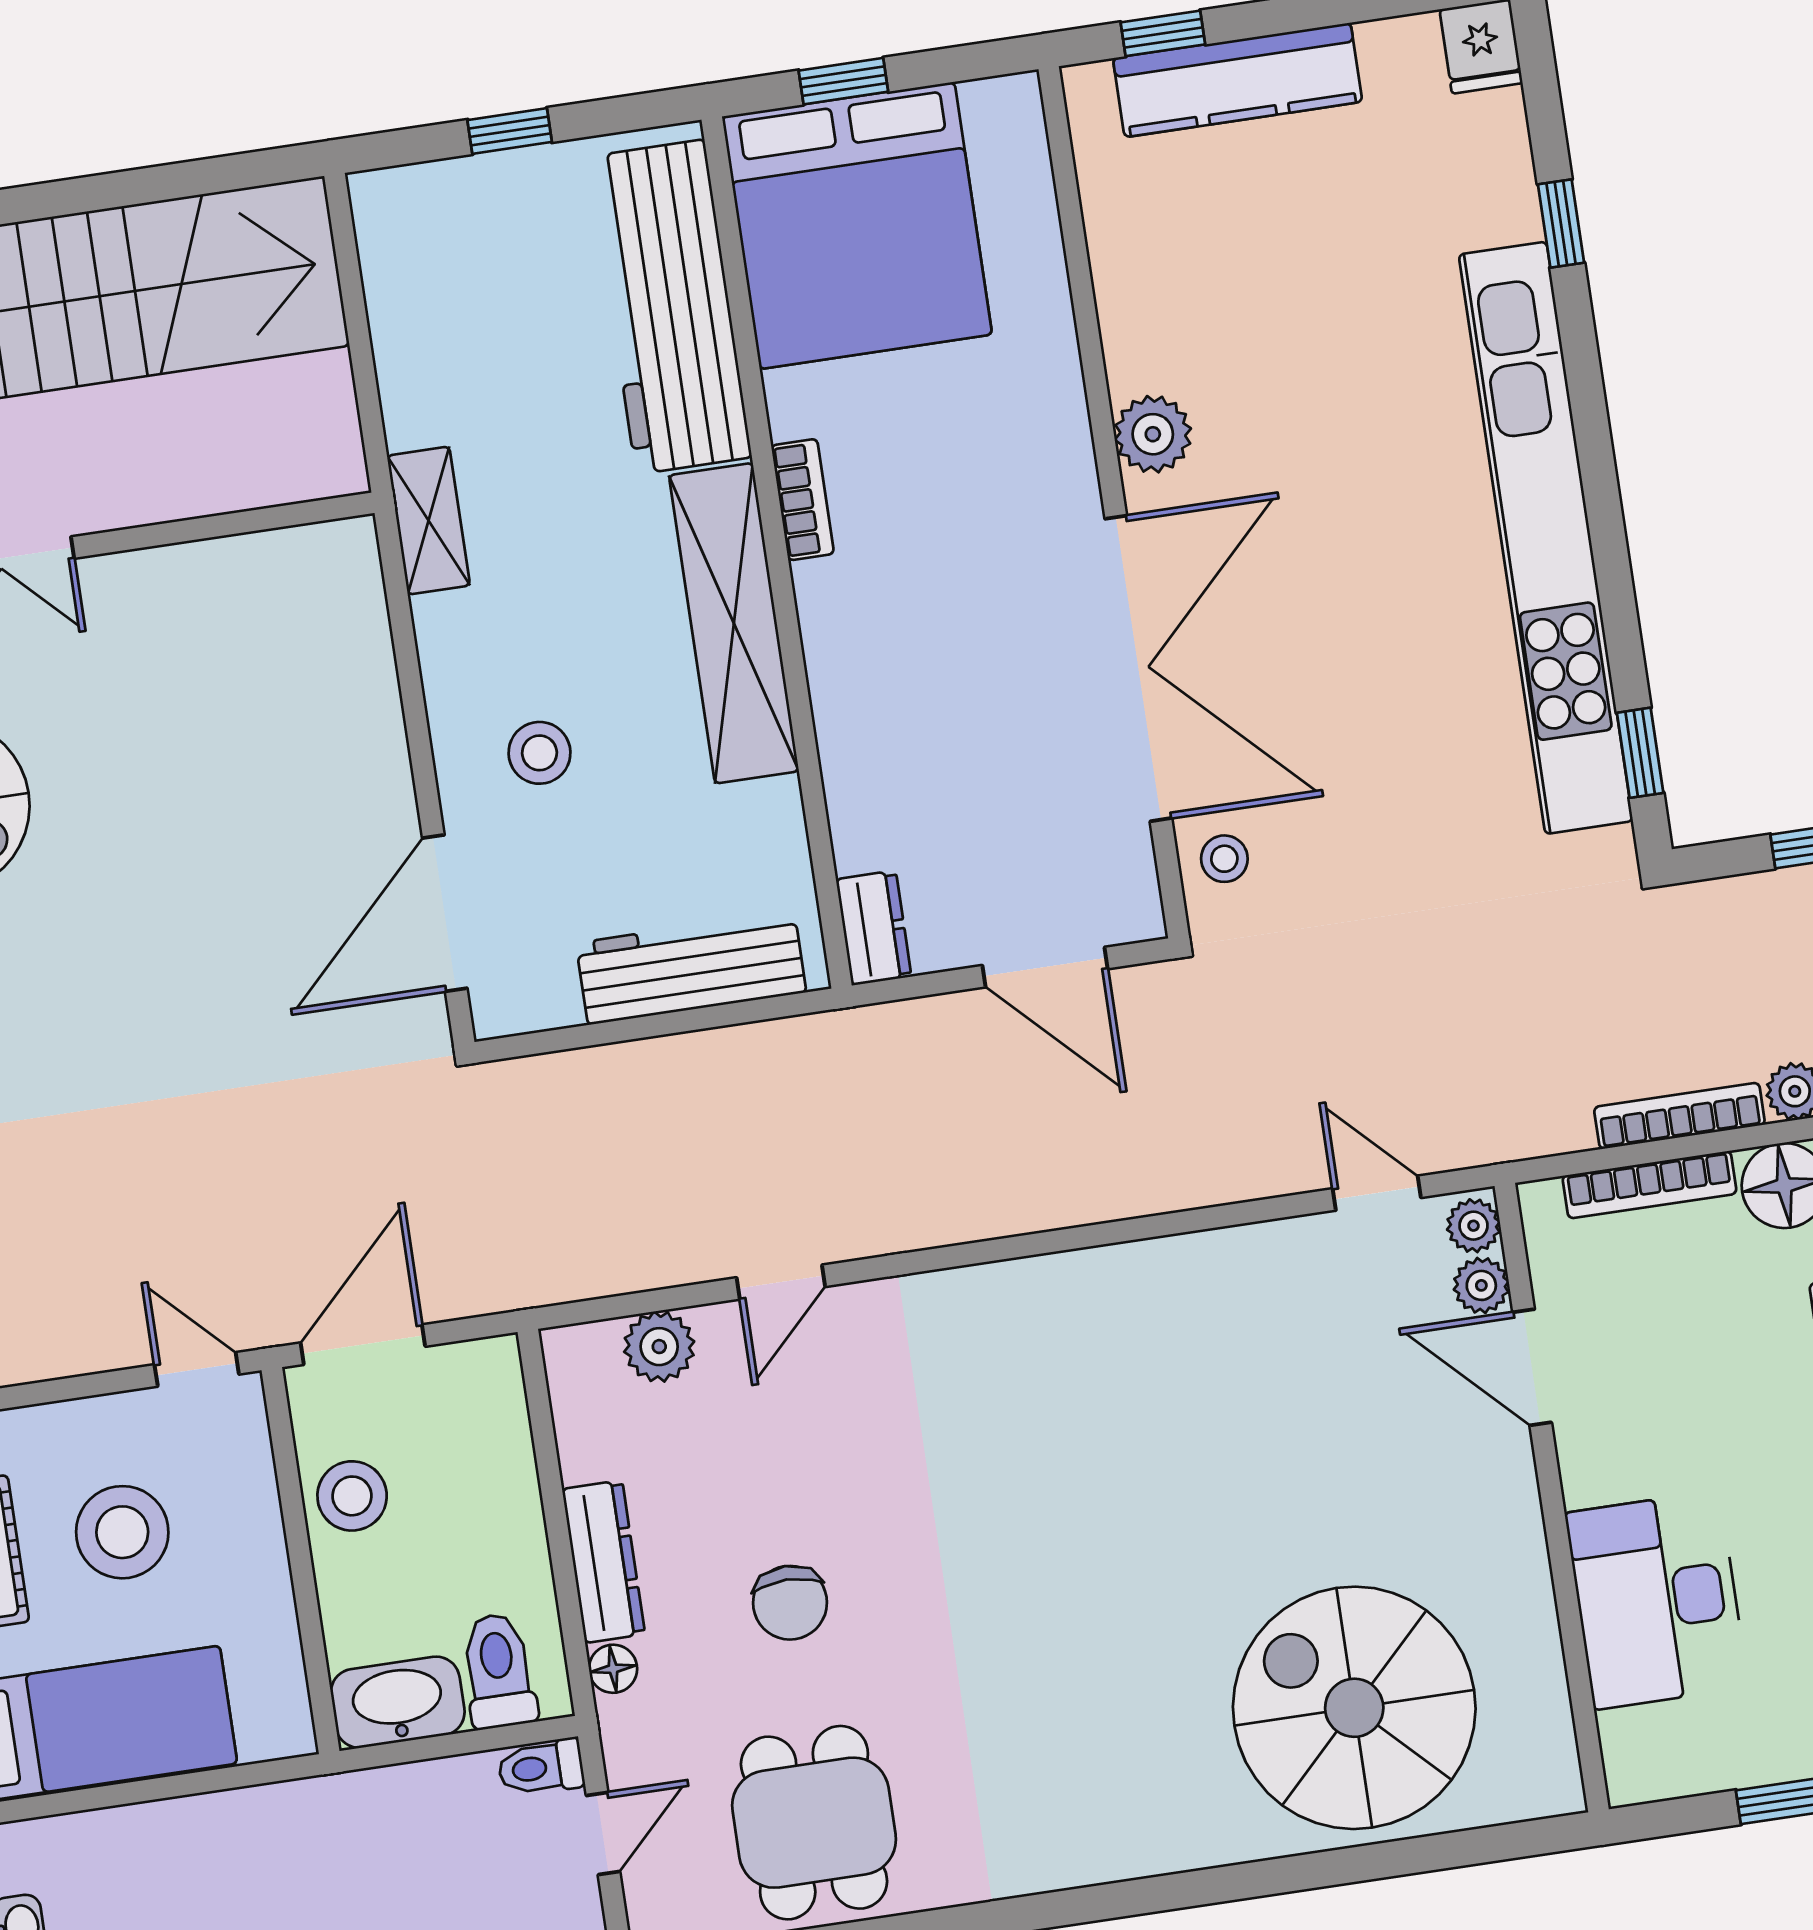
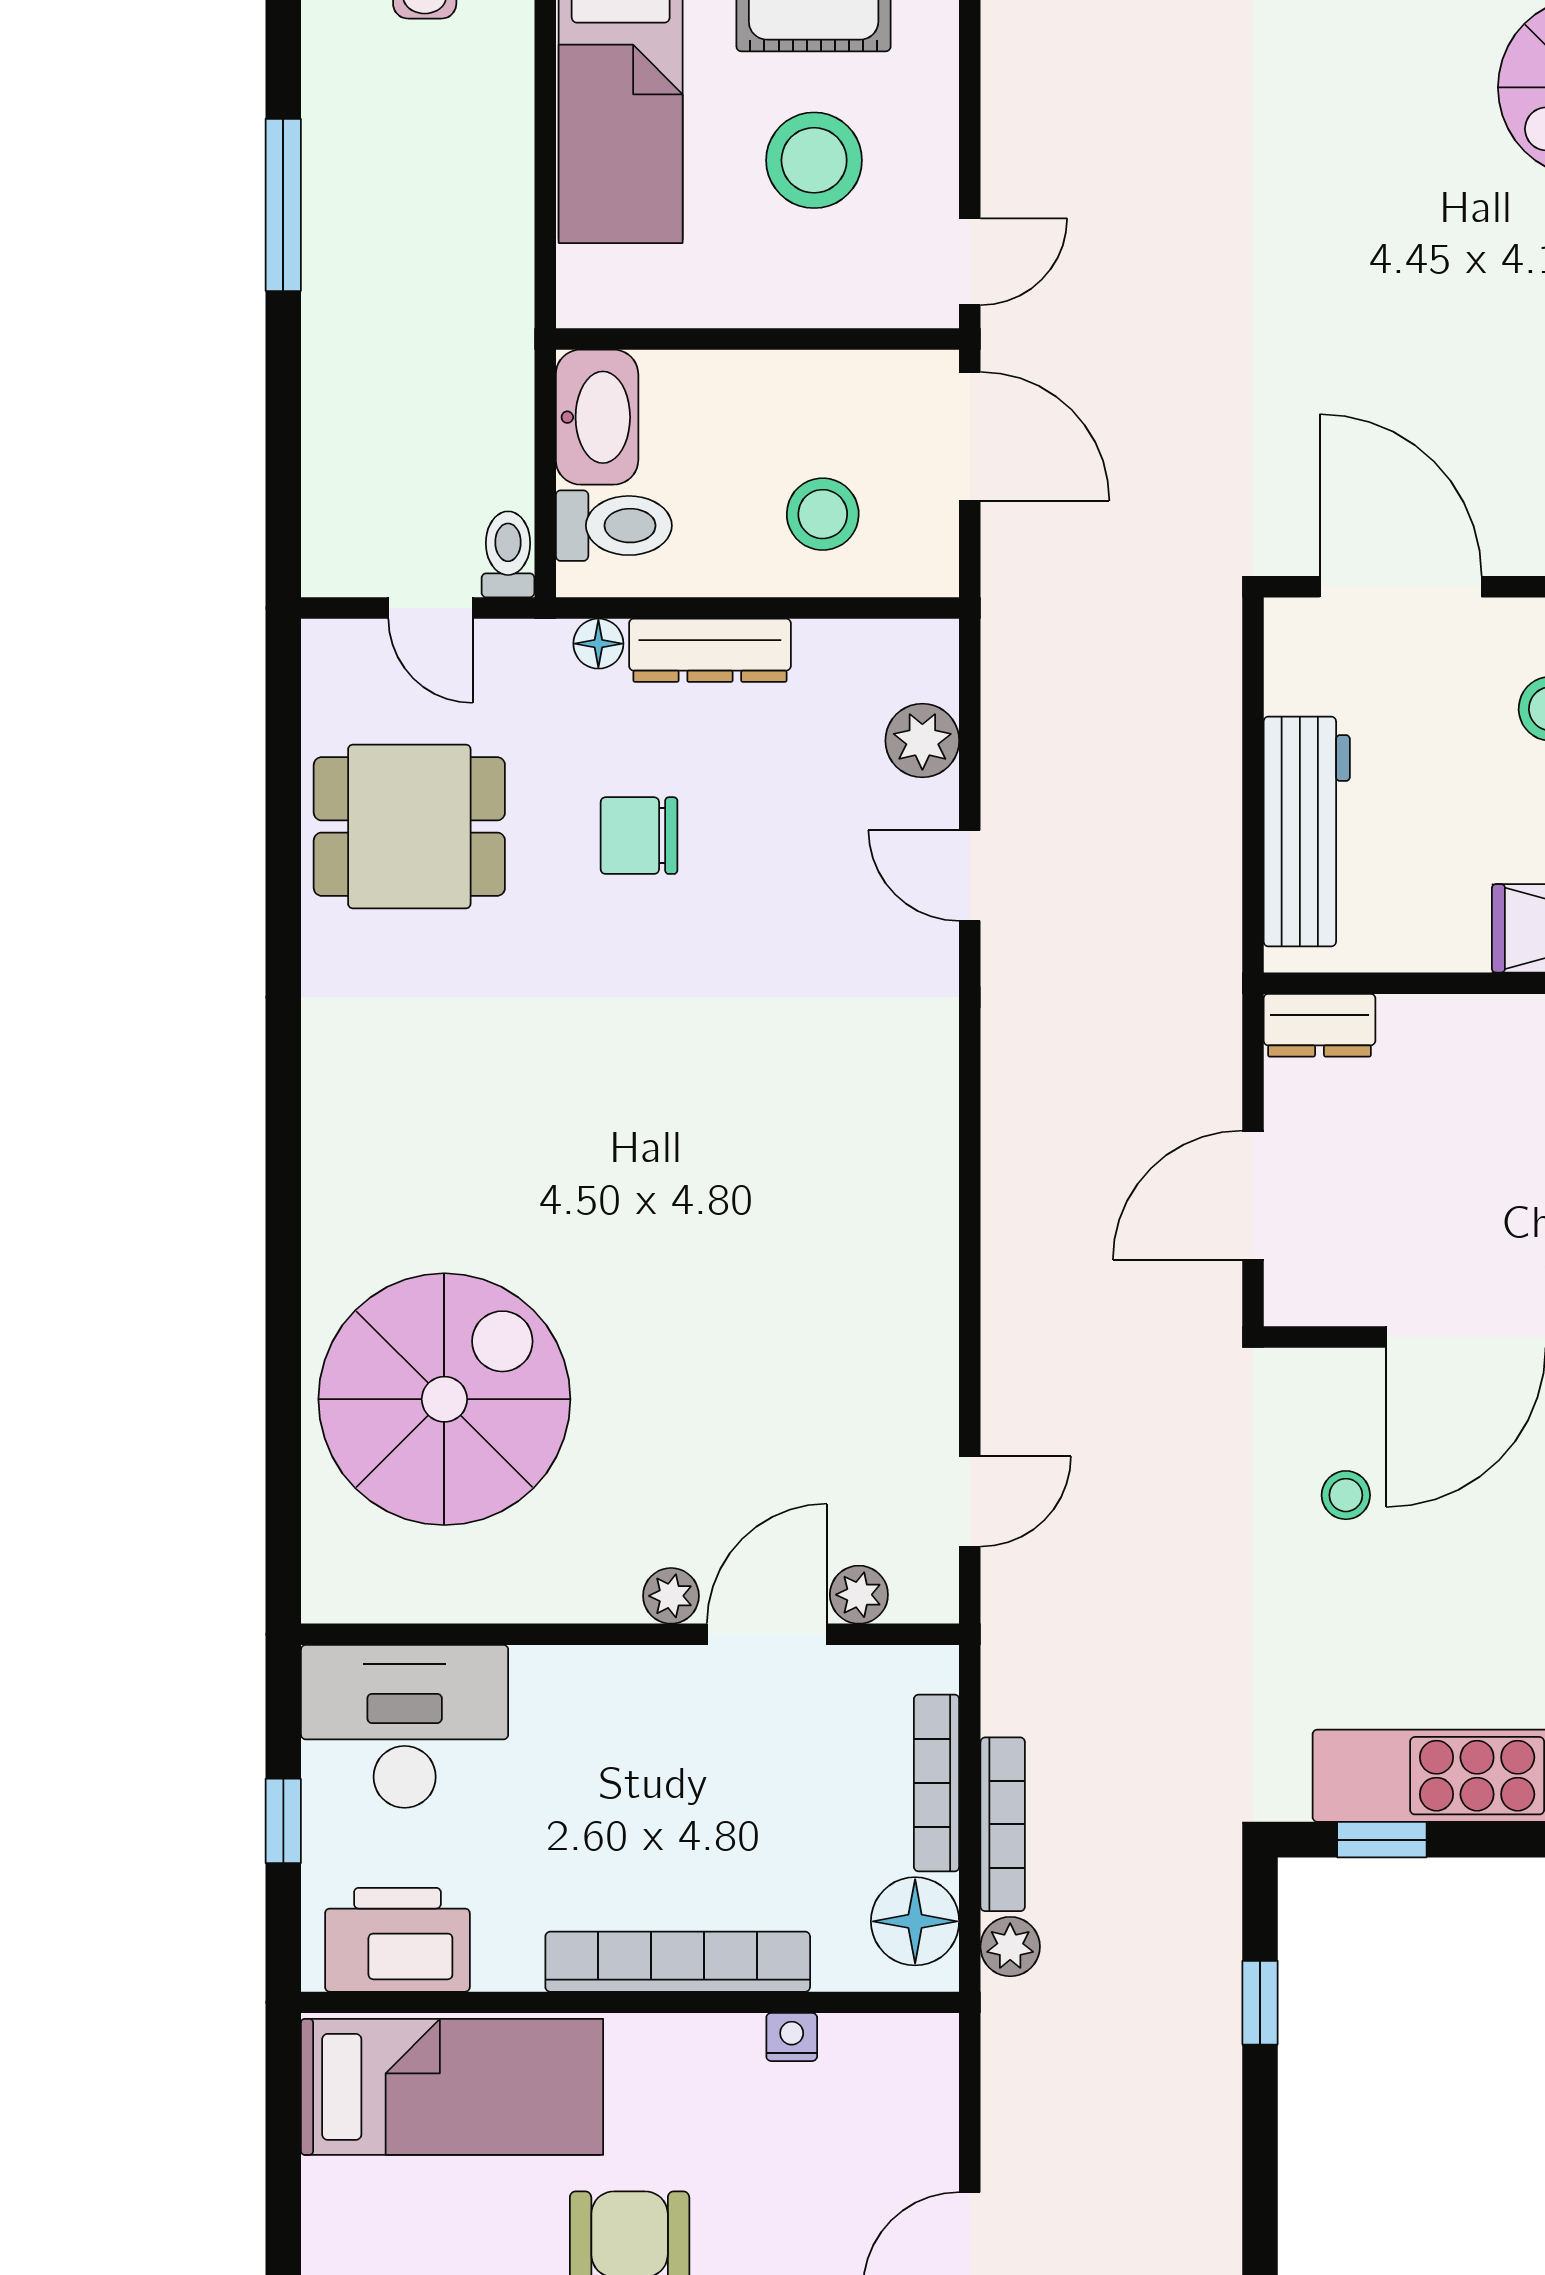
stool: (1224, 859) -> (1346, 1495), moved
plant: (1474, 1226) -> (671, 1596), moved
stool: (352, 1496) -> (823, 514), moved
desk: (1657, 1600) -> (405, 1726), moved

